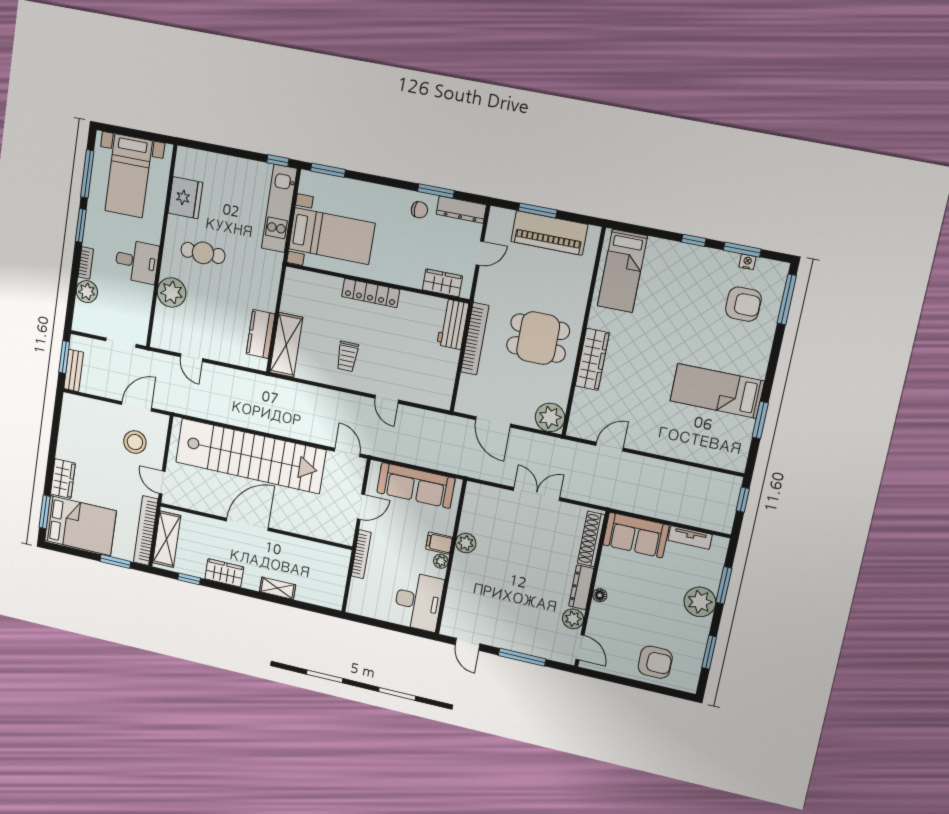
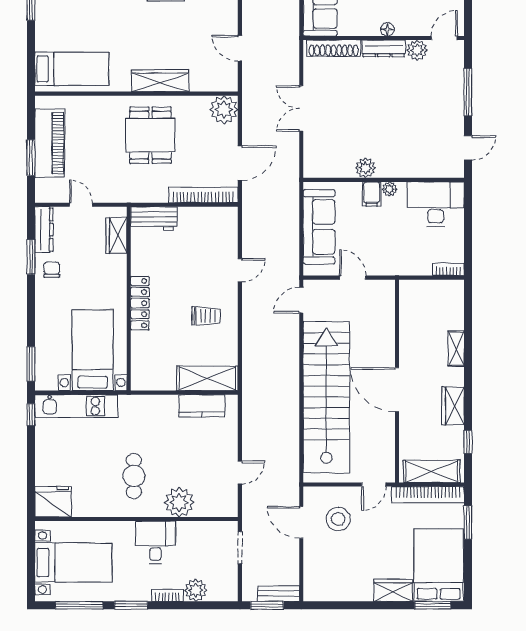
fridge: (185, 198) -> (53, 502), moved
bookcase: (475, 339) -> (203, 195), moved
bookcase: (361, 554) -> (448, 269), moved, width x0.64

